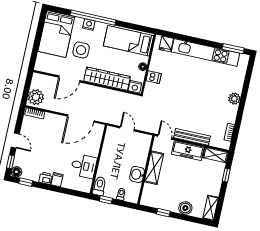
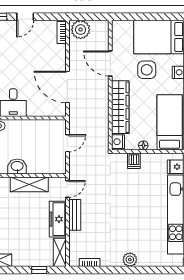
bench: (192, 137) -> (75, 215), width x0.73

